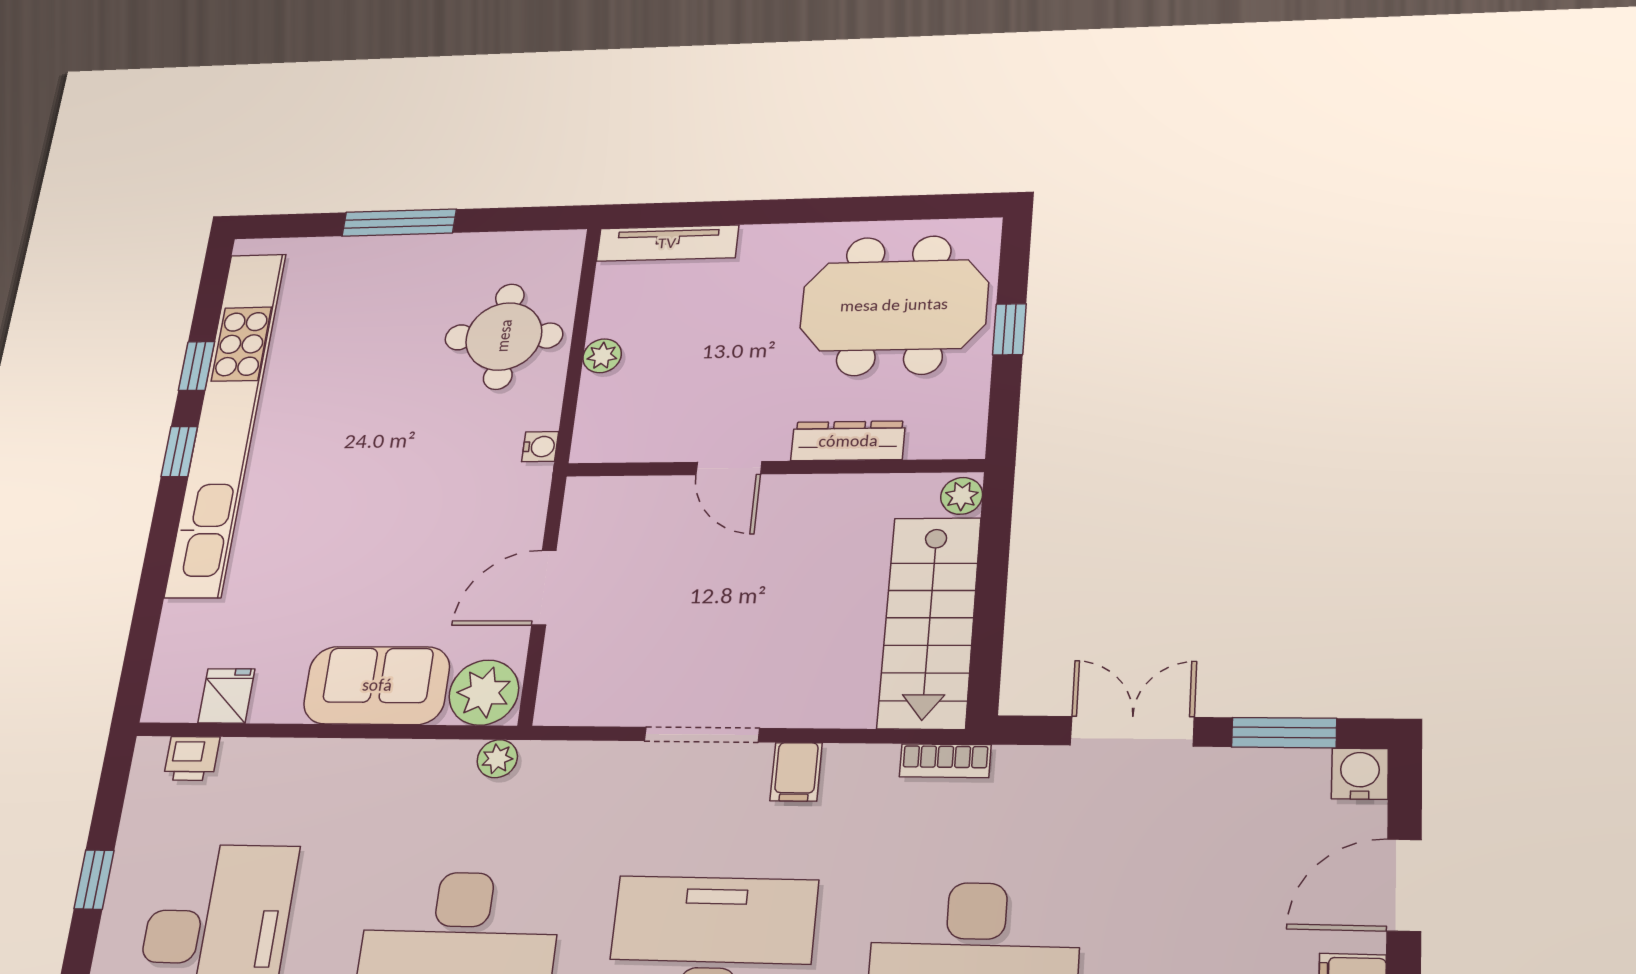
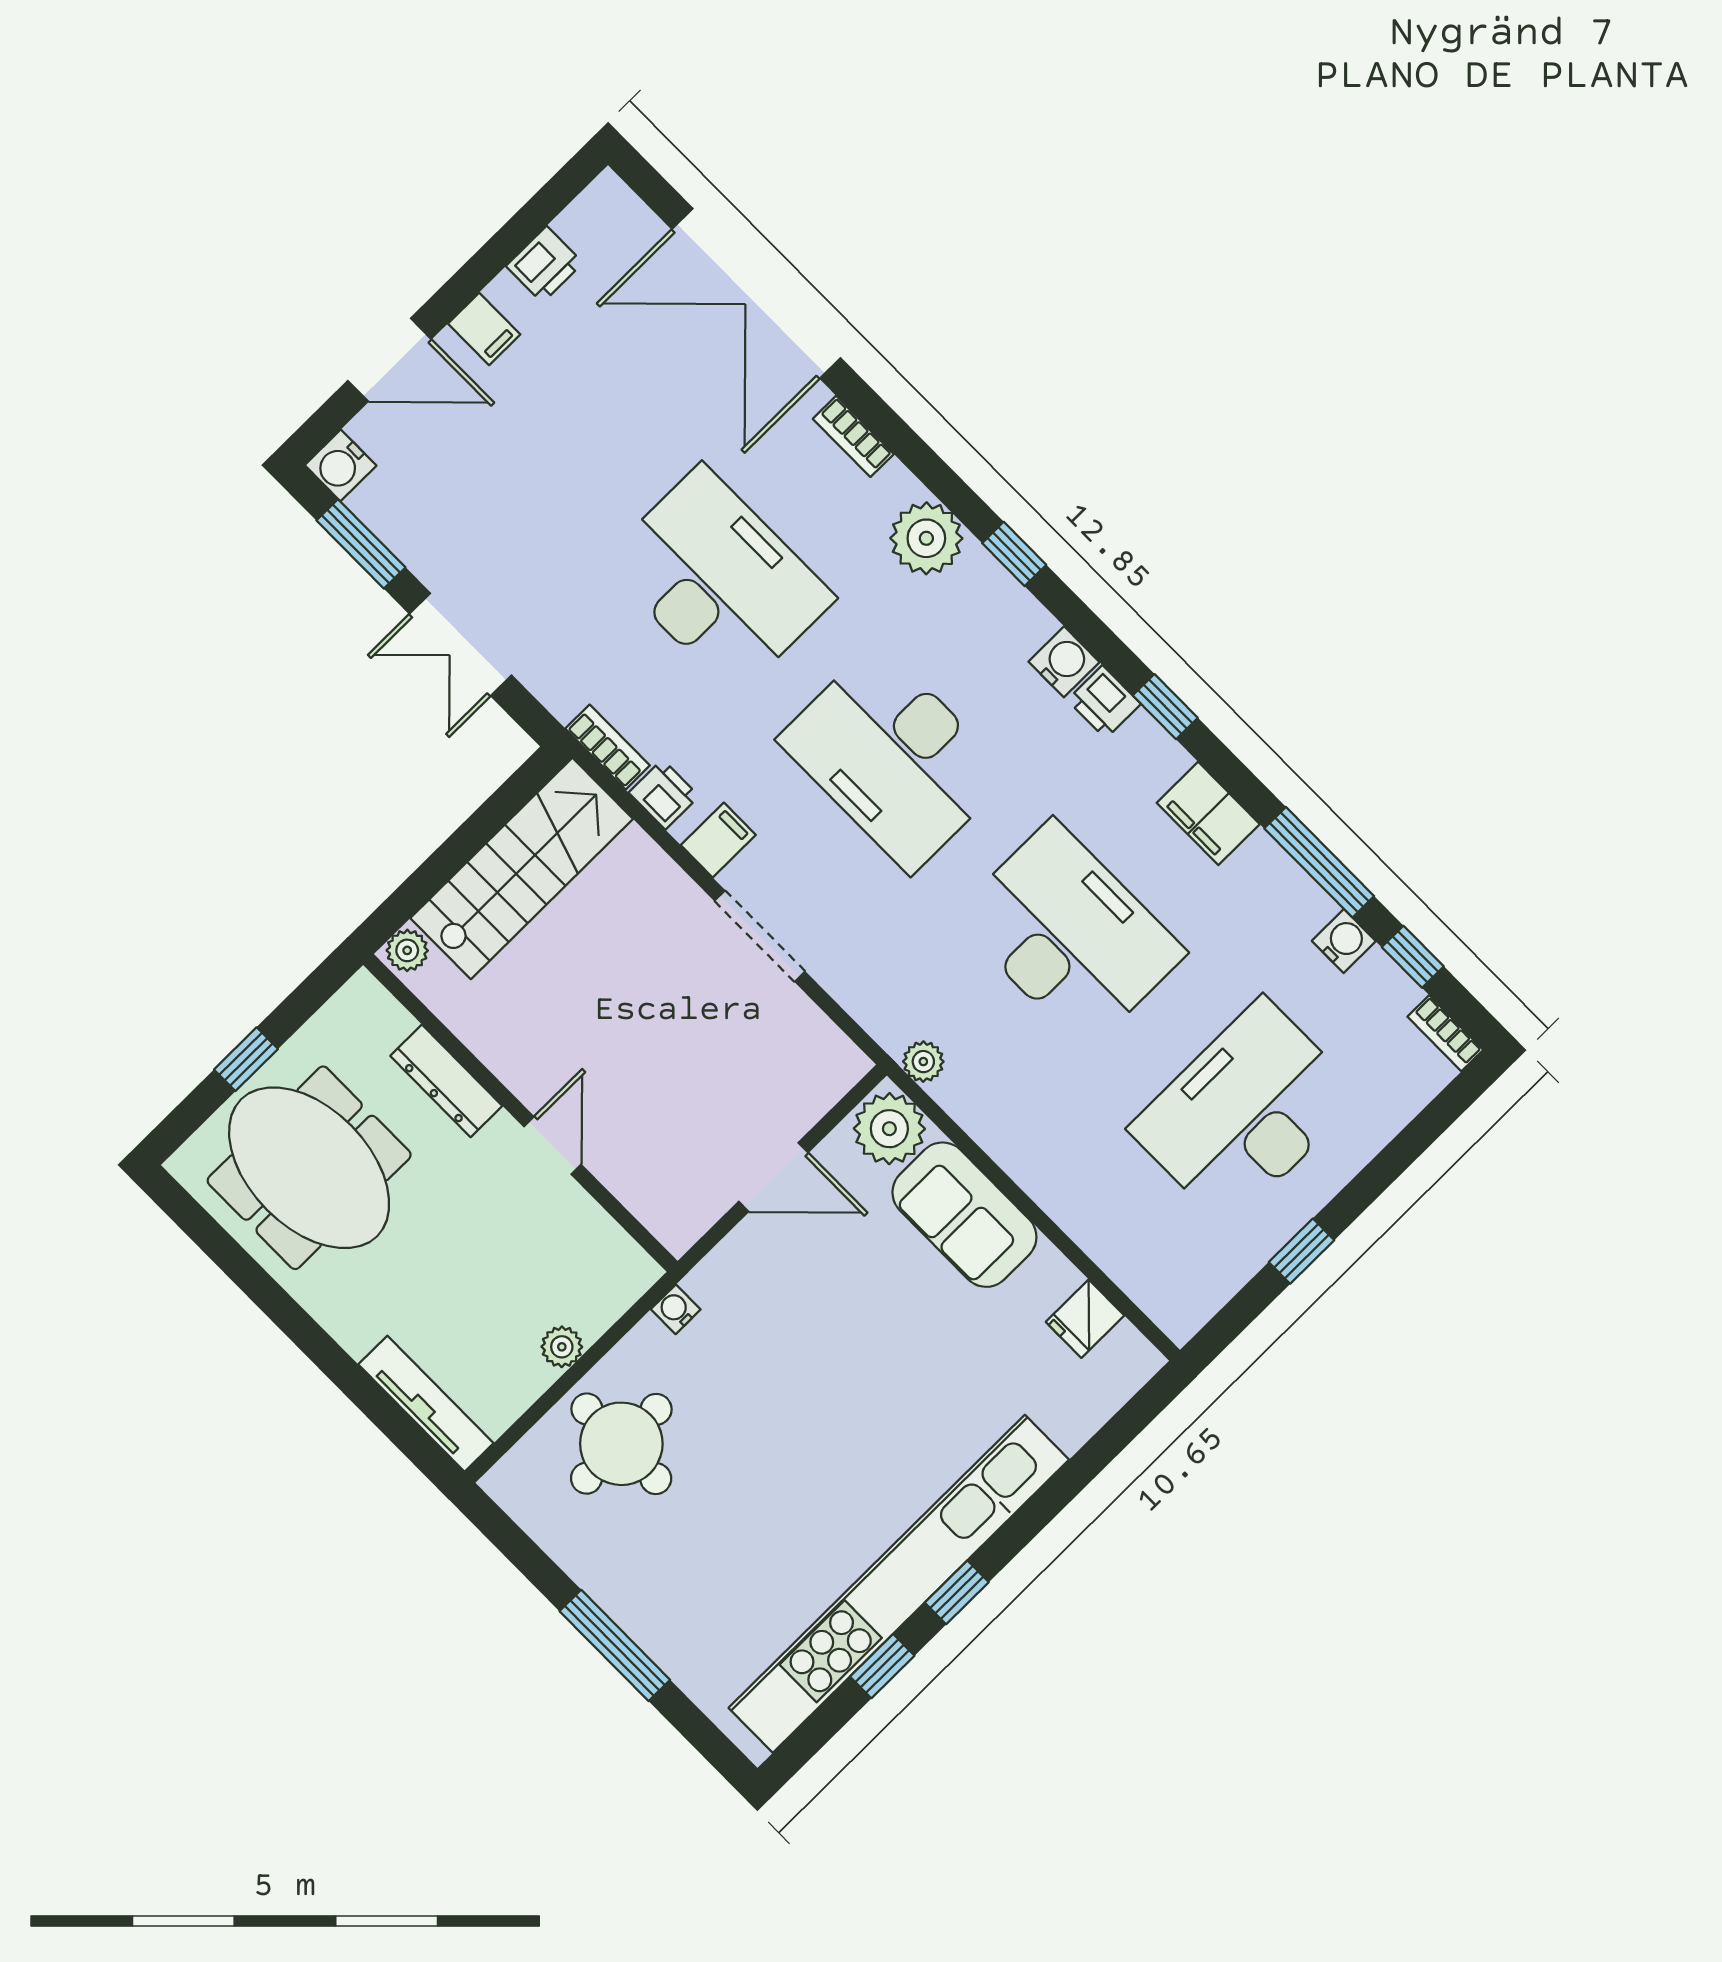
printer: (192, 758) -> (664, 794), moved

